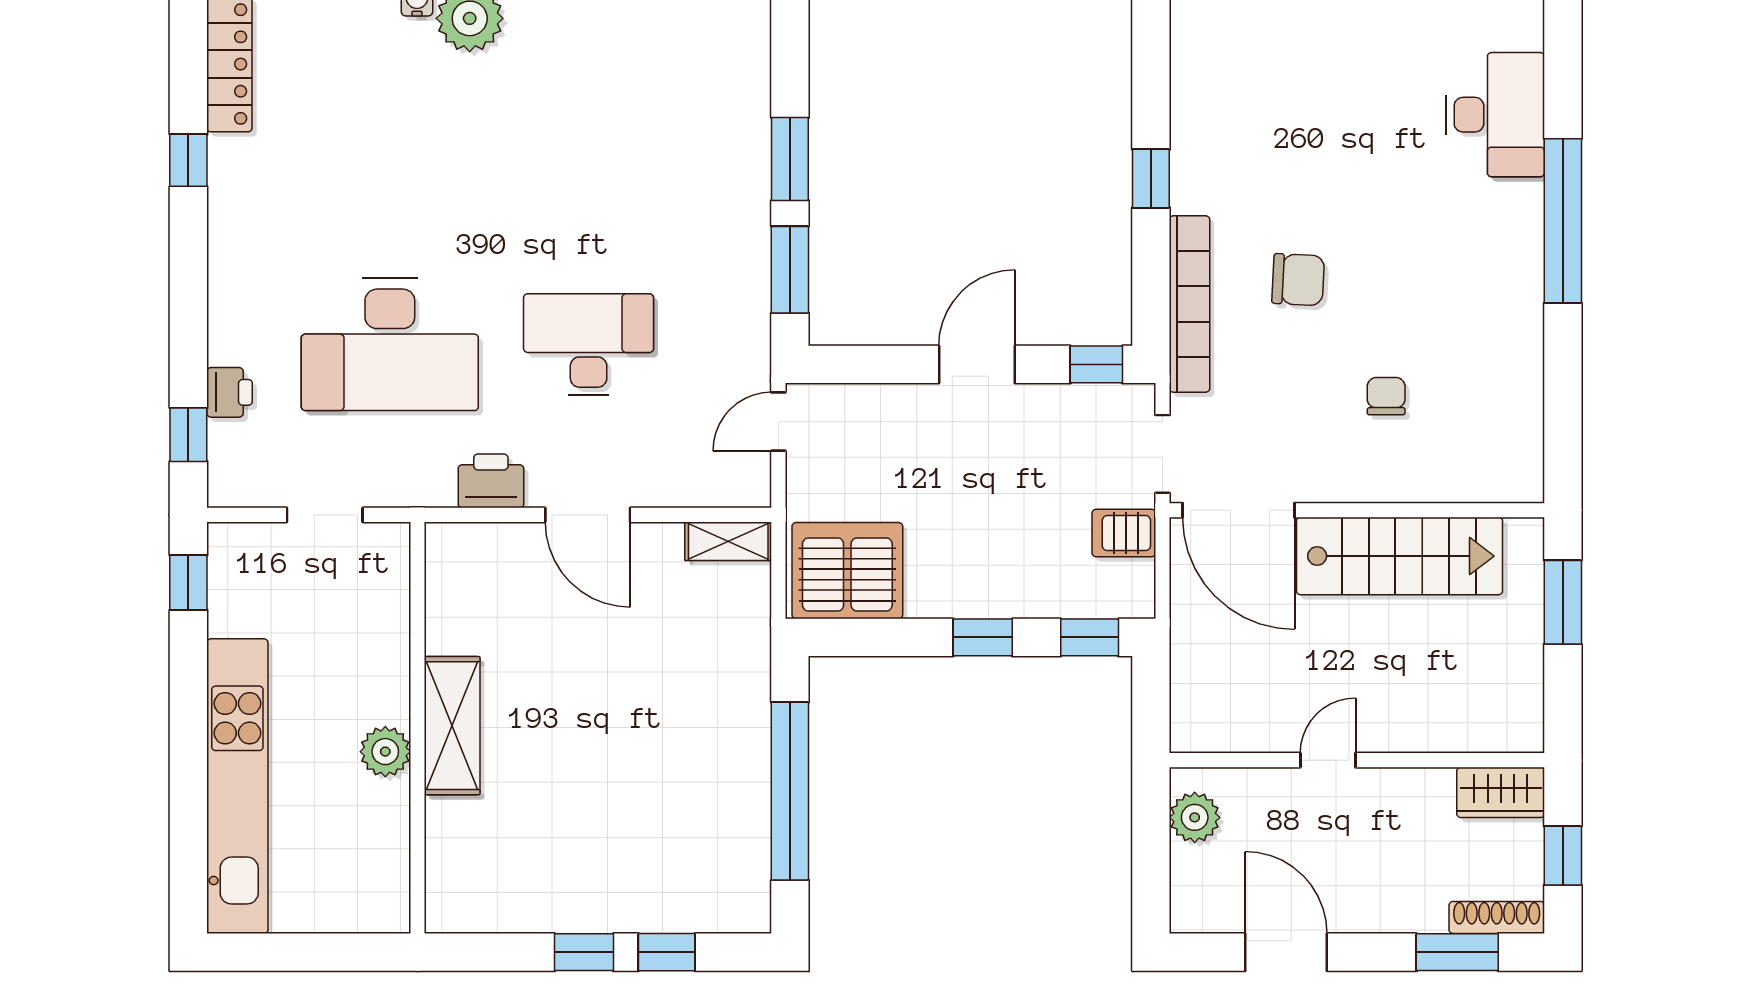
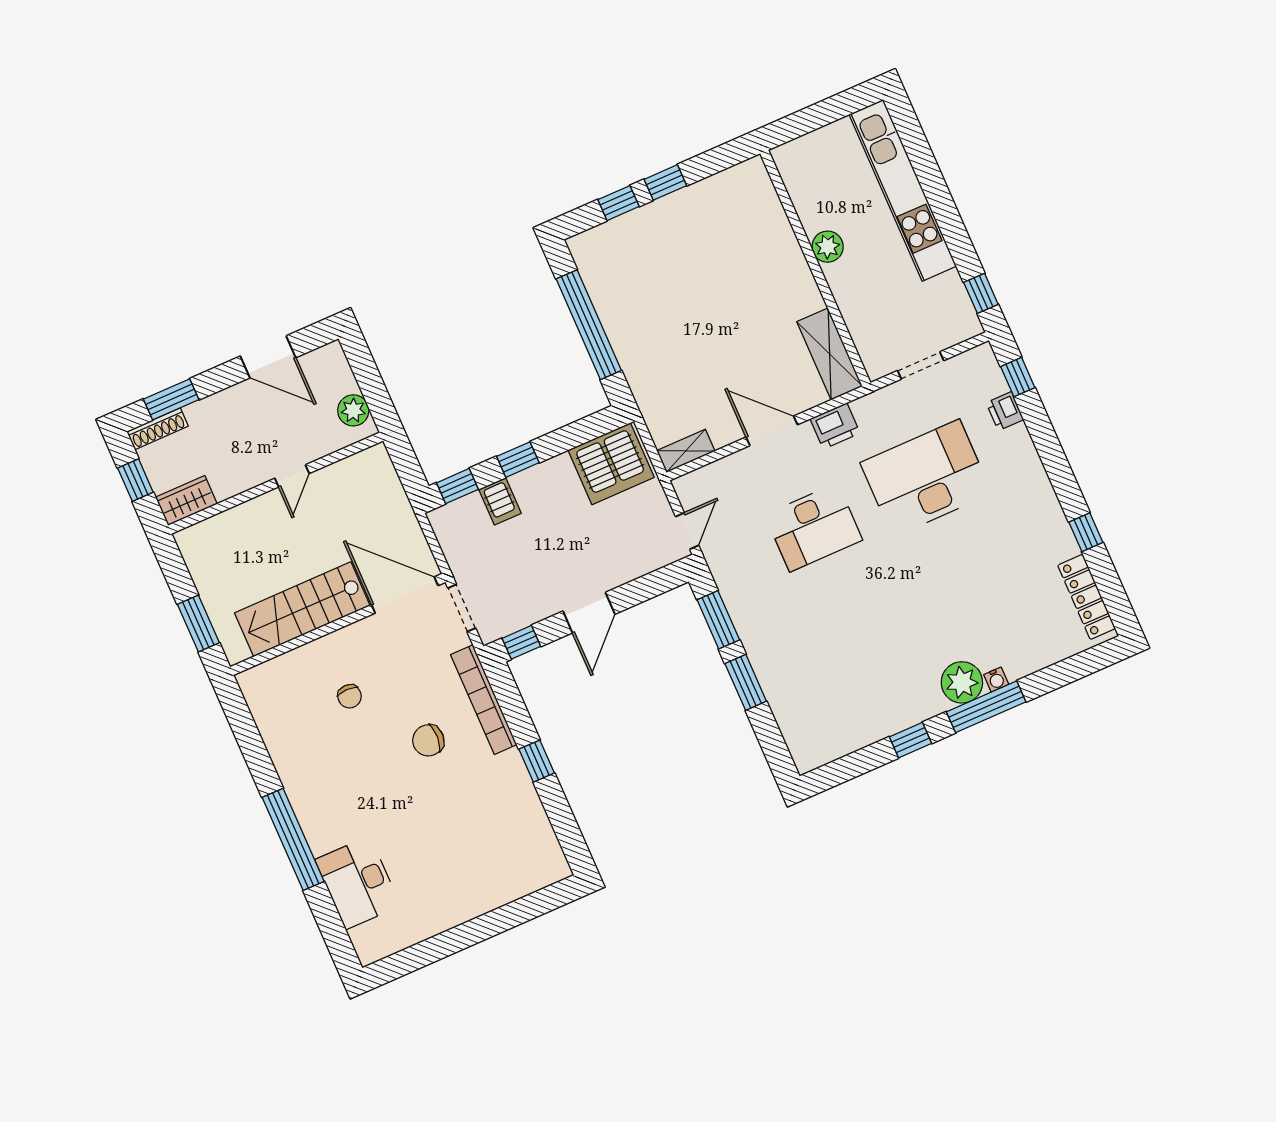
server rack: (1124, 533) -> (500, 501), moved, turned 90
shelving: (452, 726) -> (830, 354), moved

